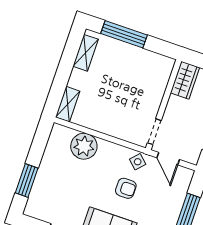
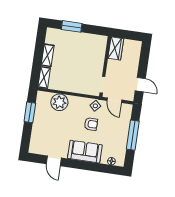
window: (124, 34) -> (72, 26), width x0.69
shelving: (86, 53) -> (48, 55), moved
window: (27, 180) -> (30, 112), moved

